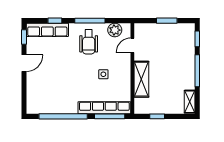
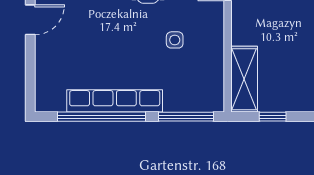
shelving: (141, 79) -> (244, 79), moved
row of seats: (104, 108) -> (115, 101), moved

